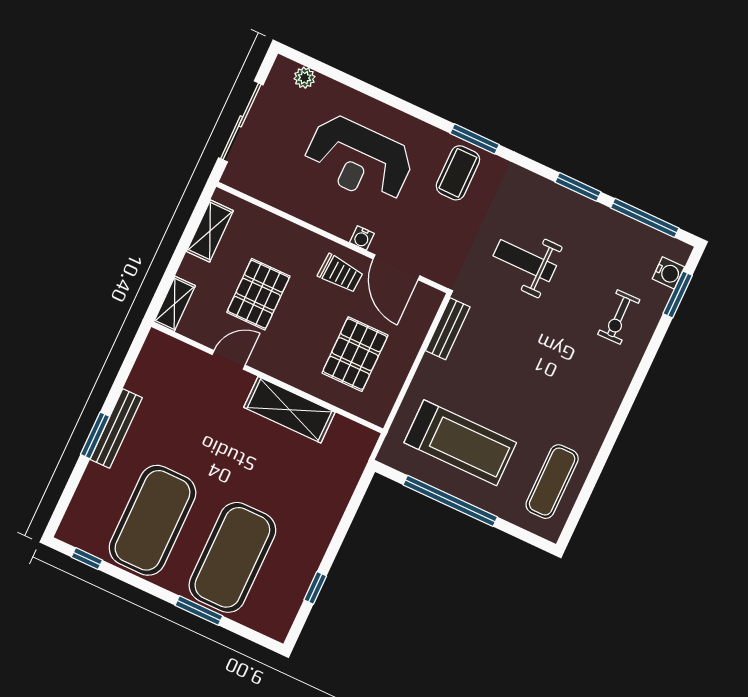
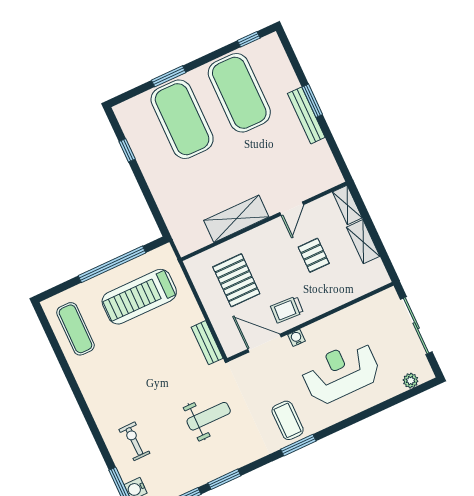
shelving: (210, 231) -> (363, 242), moved
pallet: (258, 294) -> (314, 255), width x0.67, depth x0.71

